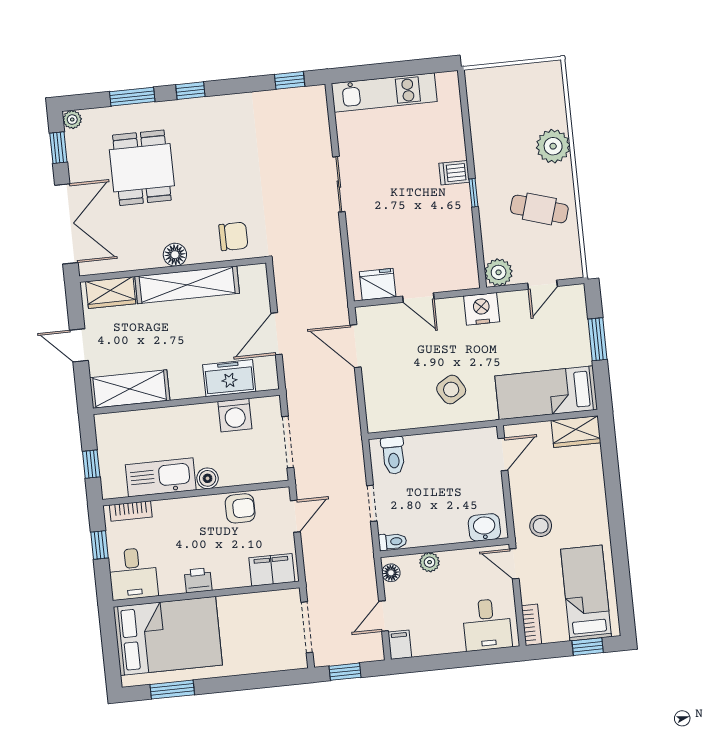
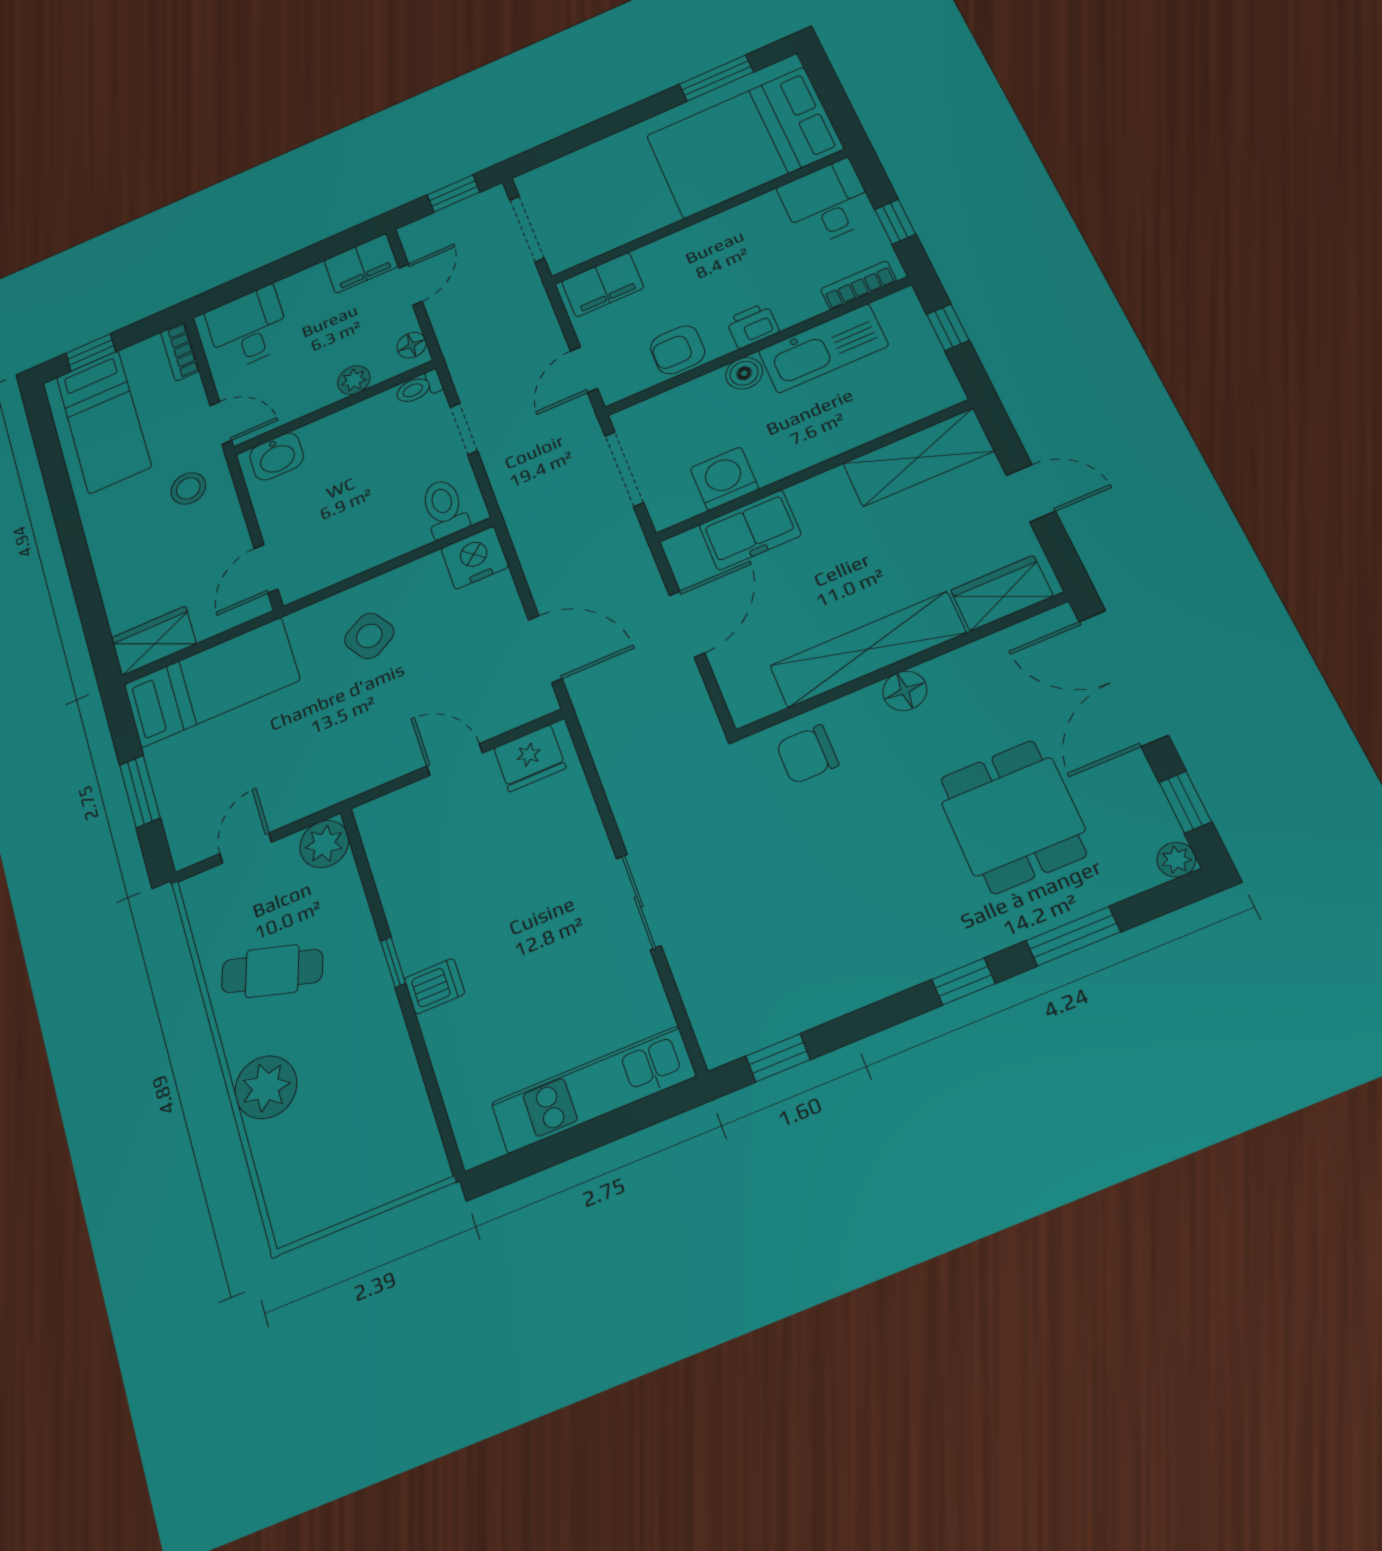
nightstand: (482, 309) -> (475, 558), moved, turned 180
printer: (198, 580) -> (752, 326), moved, turned 180
filing cabinet: (400, 645) -> (361, 263), width x2.00

